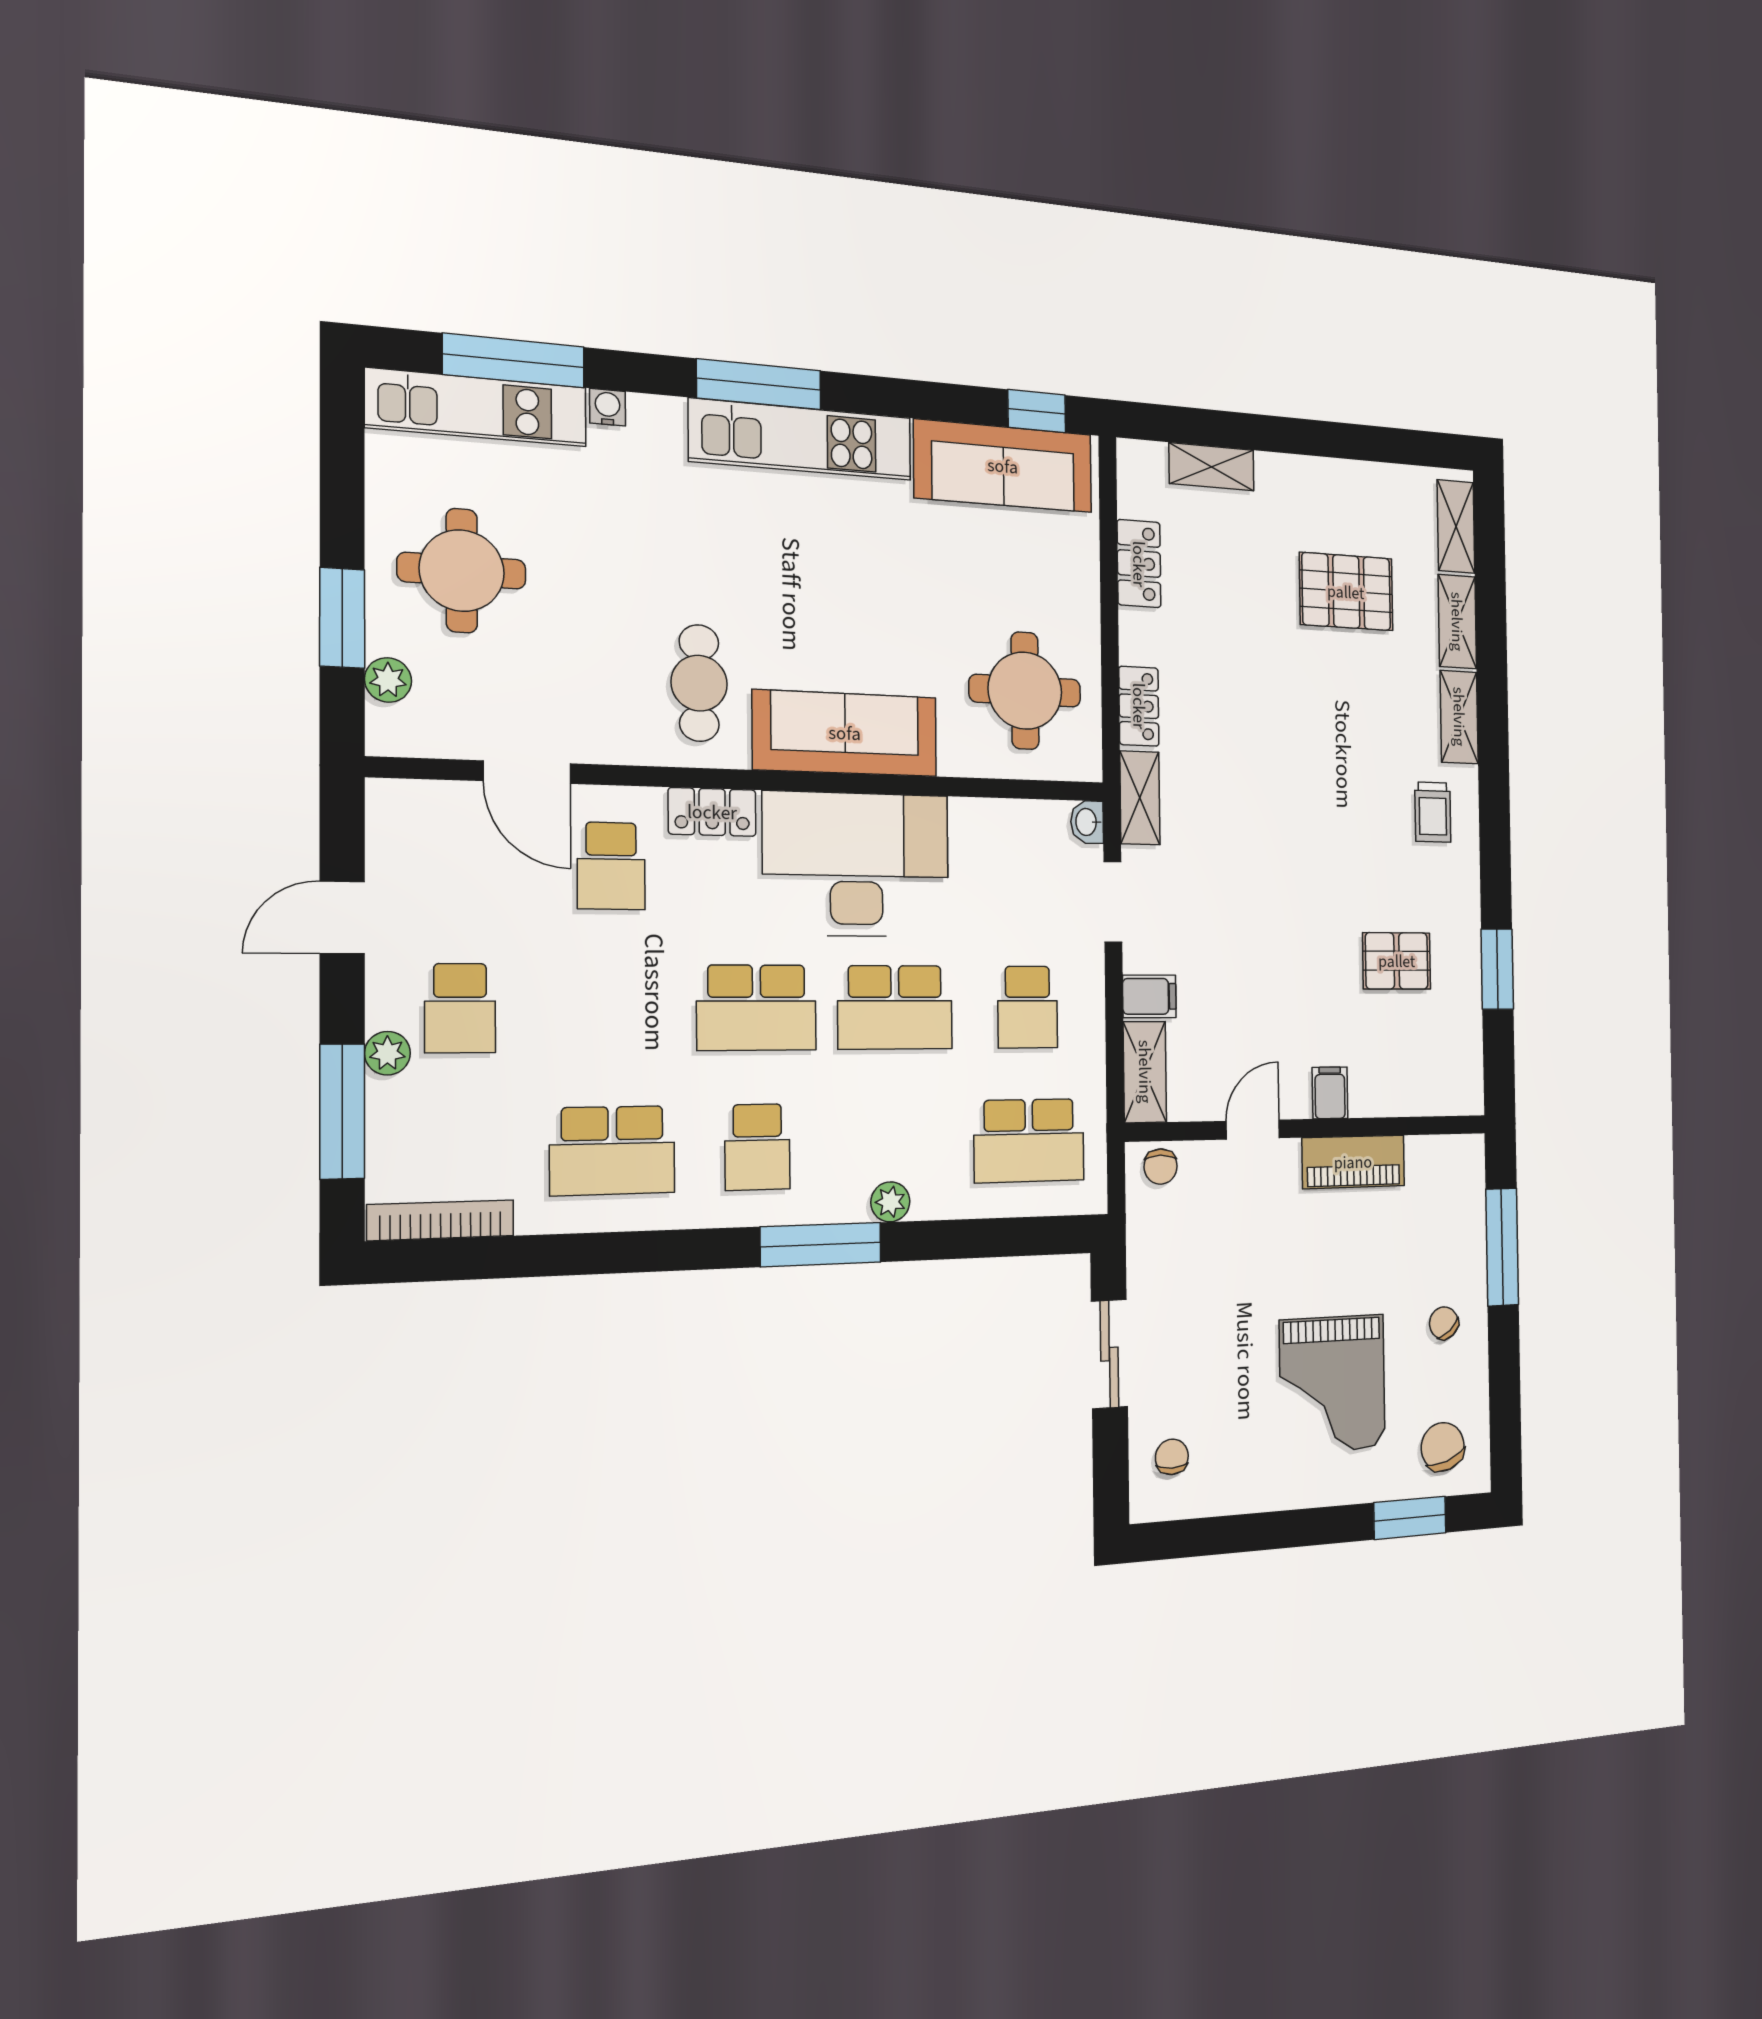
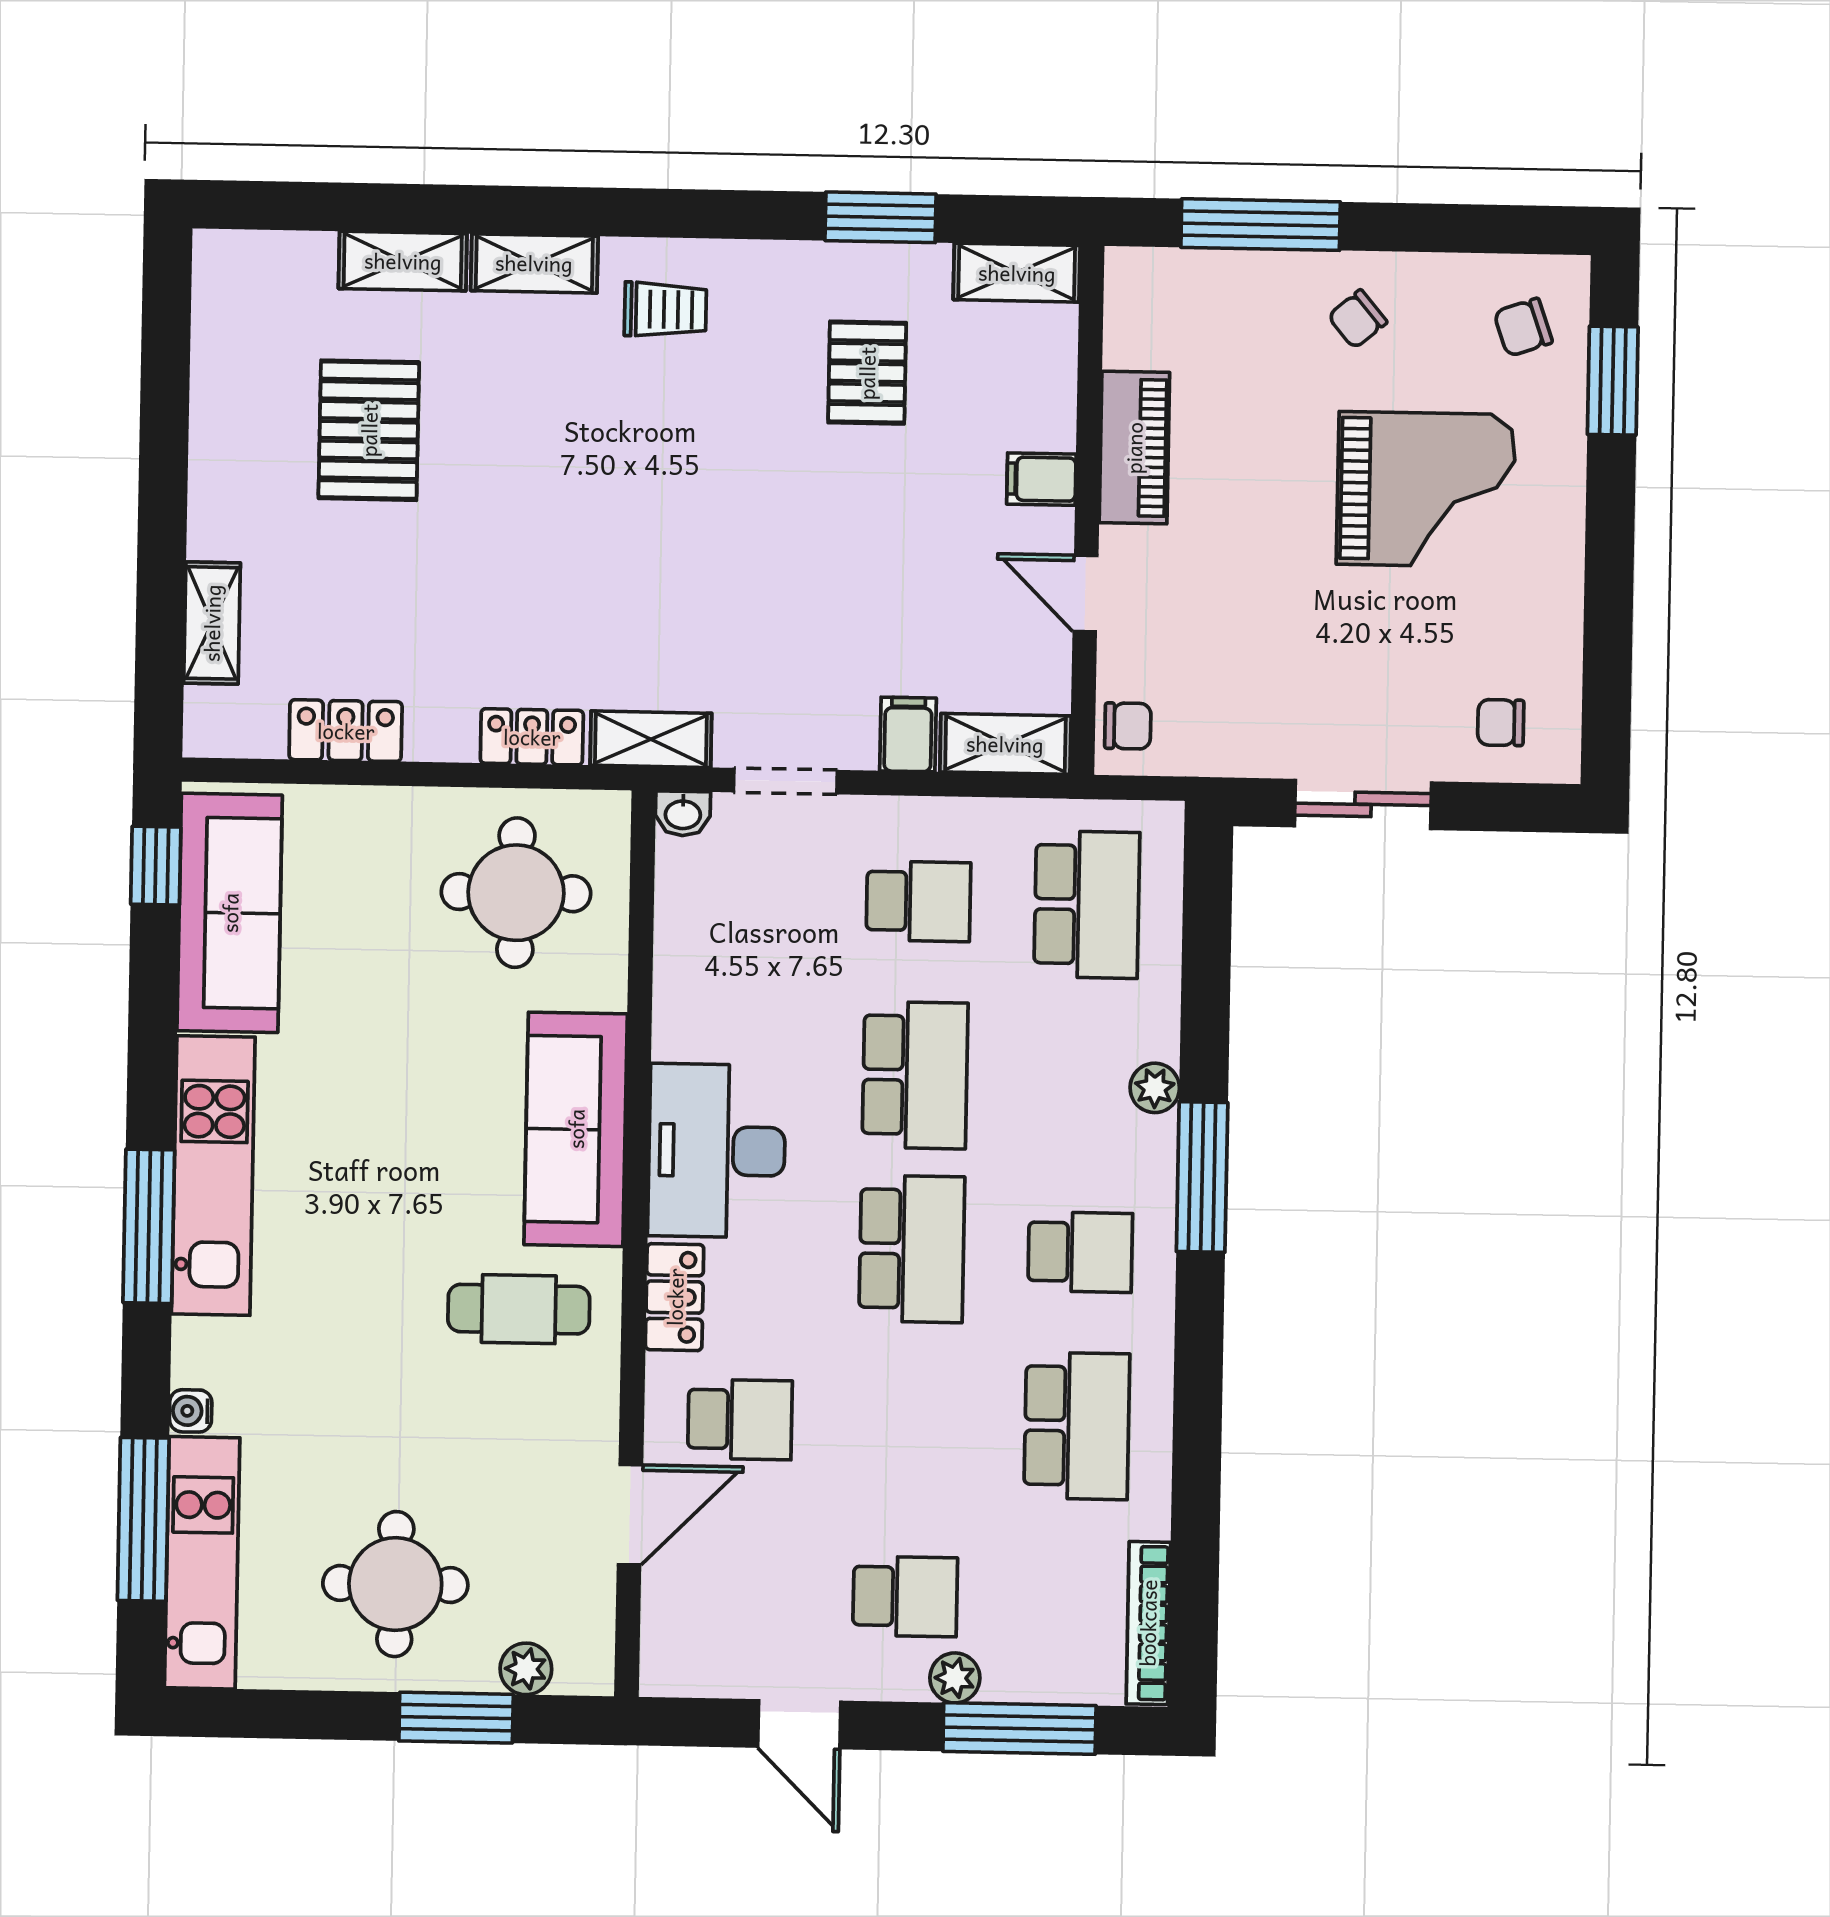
shelving: (1456, 526) -> (1017, 273), moved
desk: (856, 864) -> (717, 1151), width x0.73, depth x0.77
chair: (1443, 1447) -> (1523, 327), width x0.73, depth x0.73

